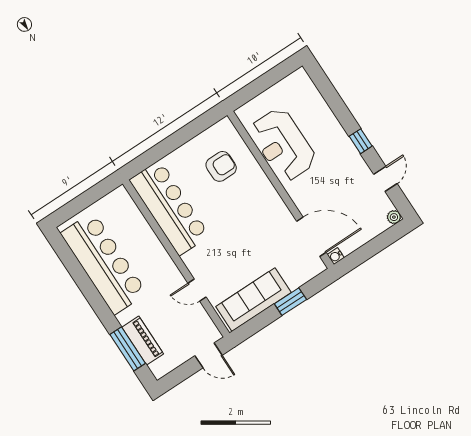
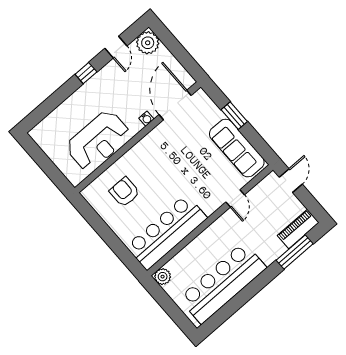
door: (385, 179) -> (116, 47), swing flipped
plant: (120, 196) -> (163, 277), added
plant: (394, 217) -> (148, 43), width x1.88, depth x1.88
water cooler: (336, 256) -> (146, 119), moved
piano: (143, 341) -> (298, 229), moved

